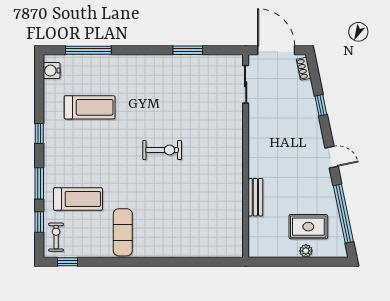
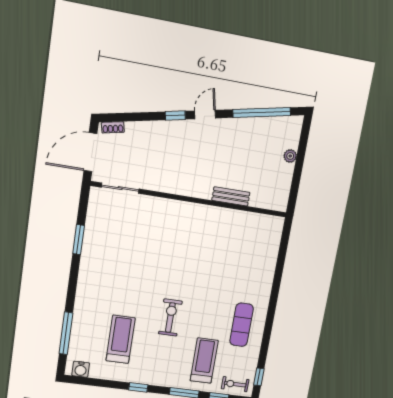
window: (321, 105) -> (175, 115), moved
exercise bike: (162, 150) -> (170, 318), moved
rug: (308, 227) -> (268, 150), removed
exercise mat: (123, 232) -> (242, 325), turned 90

